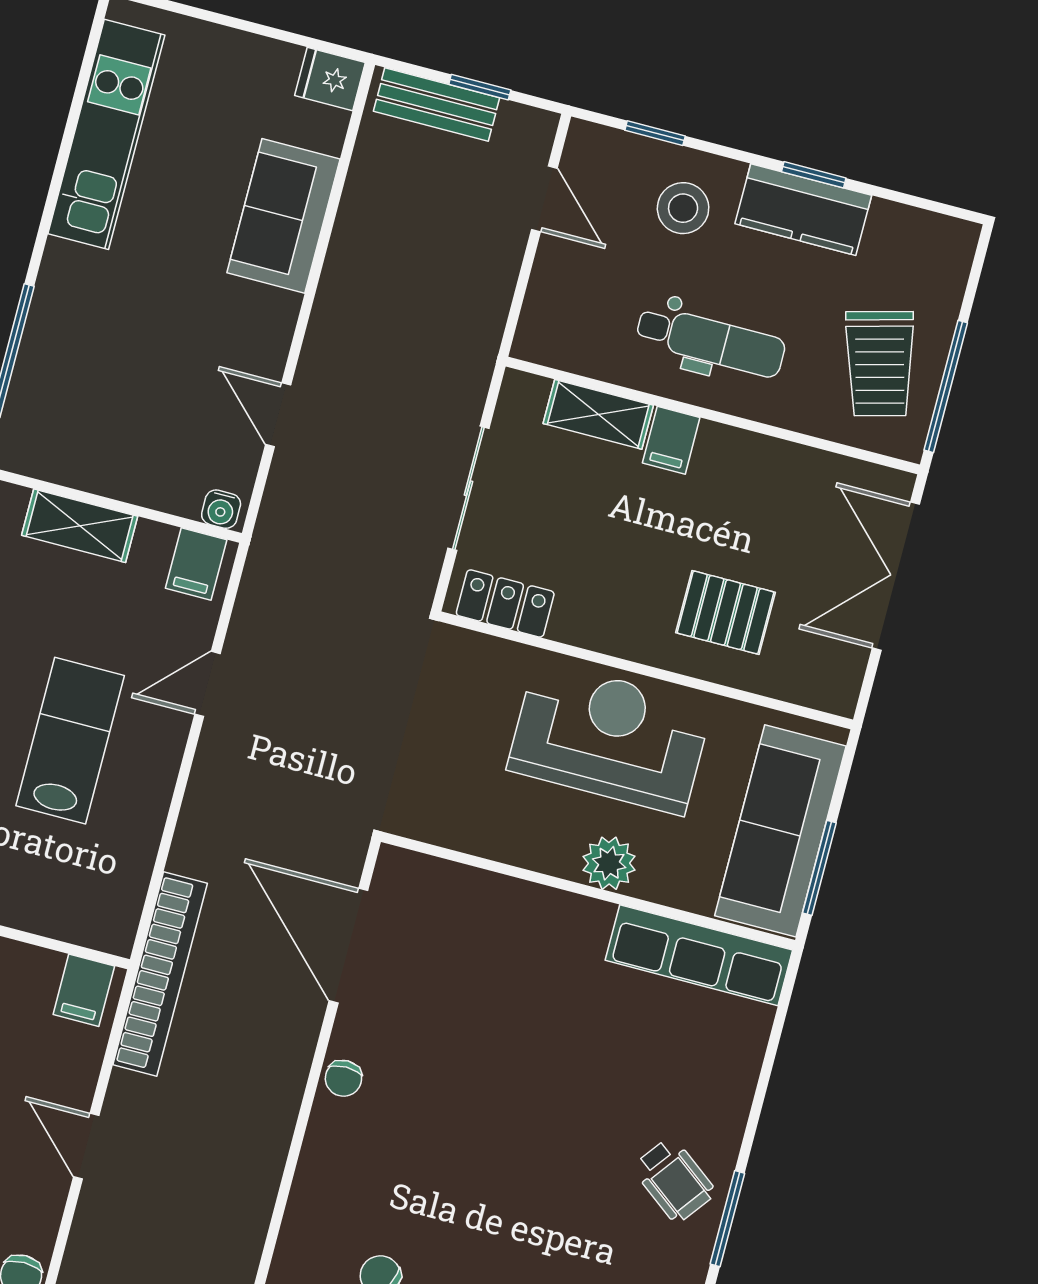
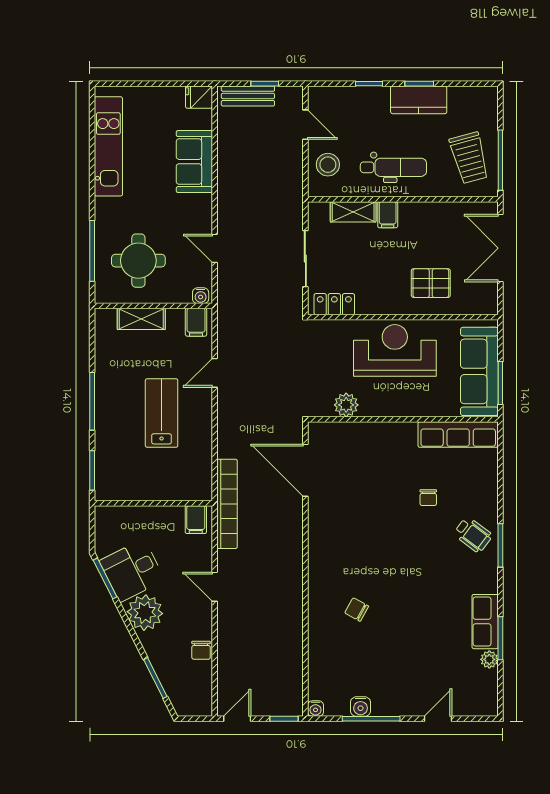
window: (655, 133) -> (369, 84), moved
stool: (683, 208) -> (328, 165), moved
round table: (107, 398) -> (138, 261), added
plant: (609, 863) -> (346, 405), moved
chair: (343, 1078) -> (428, 498), moved

